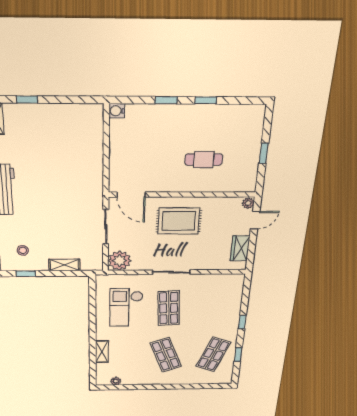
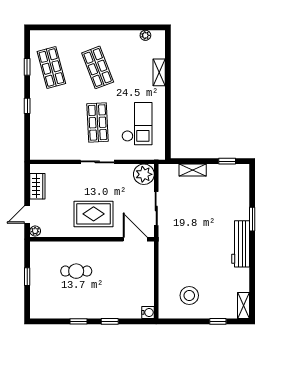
stool: (23, 250) -> (189, 295), moved, width x1.89, depth x1.89
shop shelf: (213, 354) -> (51, 67), turned -36

